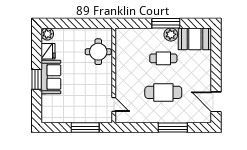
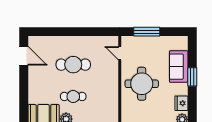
round table: (98, 52) -> (142, 84), moved, width x1.36, depth x1.36
sofa: (51, 77) -> (179, 67), moved
window: (173, 128) -> (64, 32), removed

